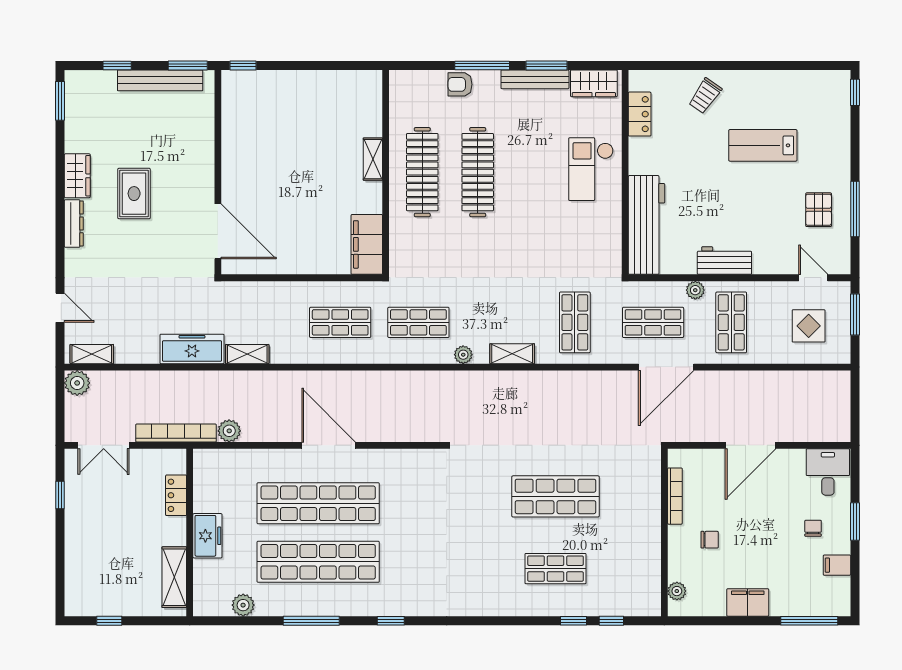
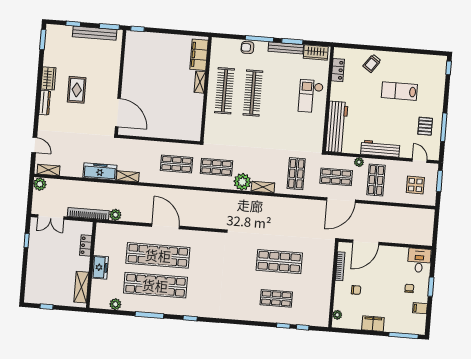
filing cabinet: (367, 244) -> (199, 55), moved
workbench: (724, 261) -> (380, 149), width x1.38
plant: (463, 355) -> (242, 182), width x1.88, depth x1.88
door: (751, 445) -> (366, 242), moved

